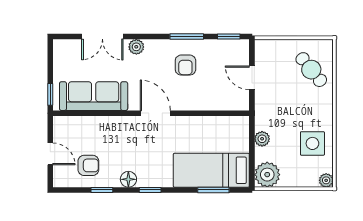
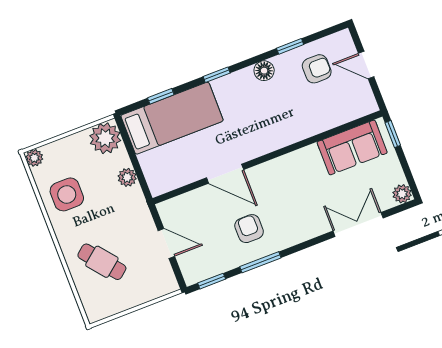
plant: (136, 47) -> (402, 194), moved
cafe table: (311, 70) -> (102, 262), moved
sofa: (94, 96) -> (352, 147), width x0.73
door: (155, 113) -> (225, 174), moved
armchair: (88, 165) -> (317, 69), turned 180
window: (150, 190) -> (217, 75), moved
window: (213, 190) -> (161, 96), width x0.67

